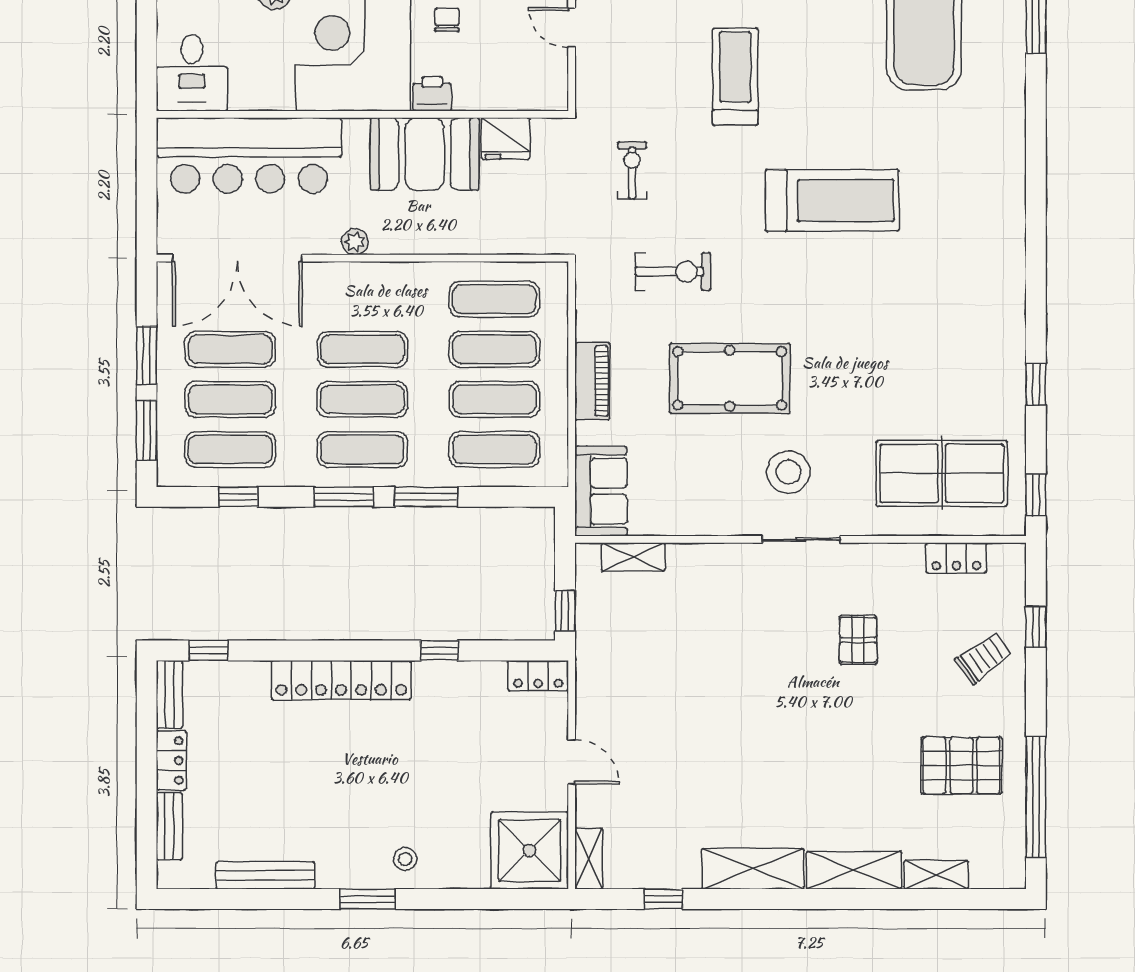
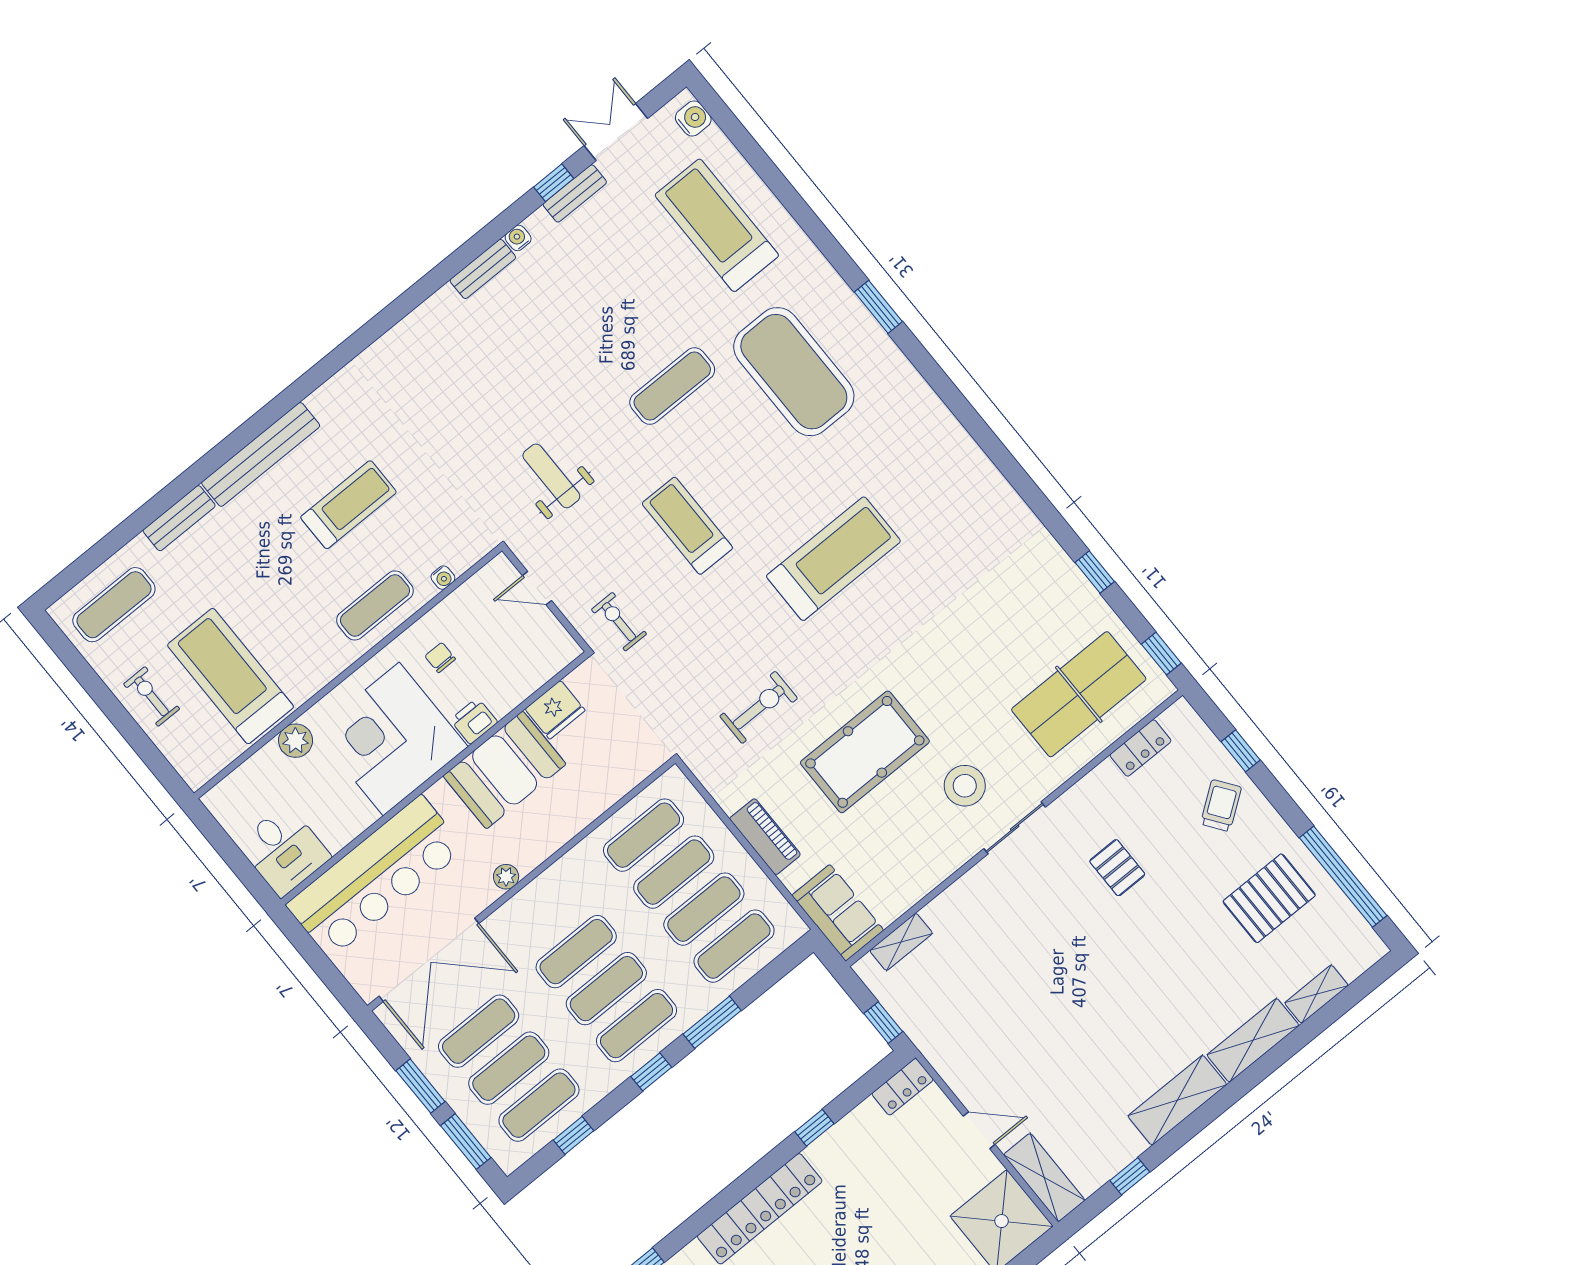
exercise bike: (632, 170) -> (619, 622), moved
window: (344, 497) -> (651, 1072), width x0.67
shelving: (589, 859) -> (1044, 1177), width x1.50, depth x1.33

